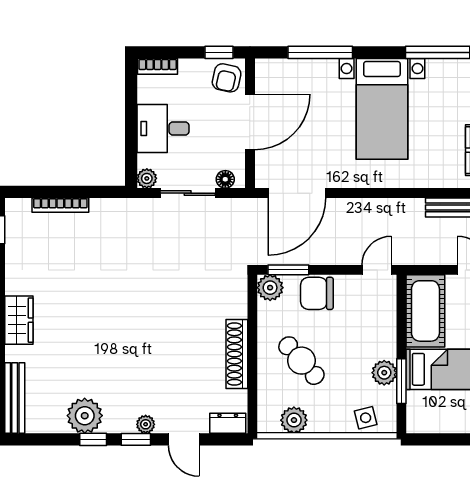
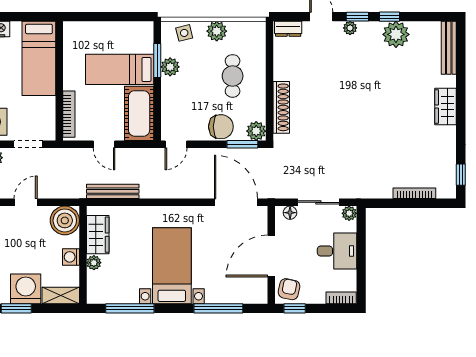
door: (297, 193) -> (236, 202), hinge flipped
shoe rack: (237, 354) -> (281, 107), moved
cafe table: (301, 361) -> (233, 76), turned 42
plant: (294, 420) -> (217, 31), moved

